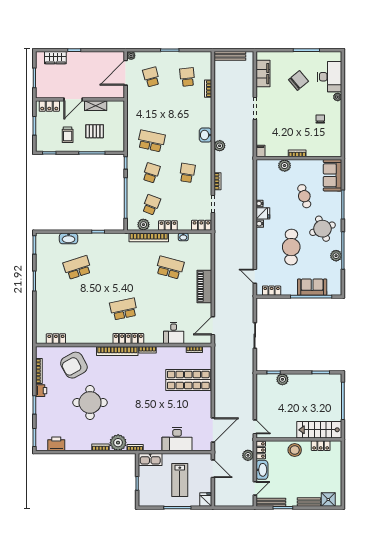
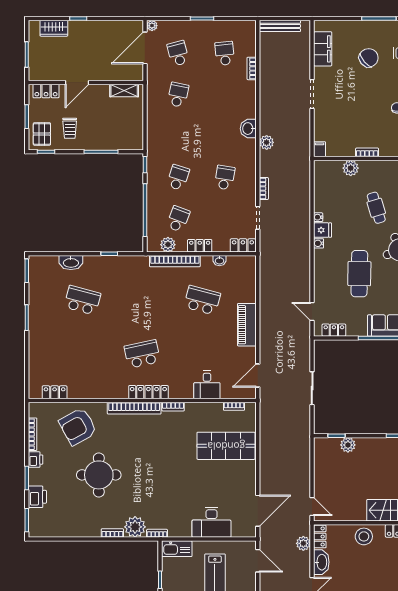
shelving: (96, 106) -> (124, 91), moved
pallet: (95, 131) -> (42, 134), moved, turned 90
school desk: (151, 141) -> (178, 95), moved, width x0.54
school desk: (77, 268) -> (82, 300), turned 33
printer: (56, 444) -> (37, 497), moved, turned 90

